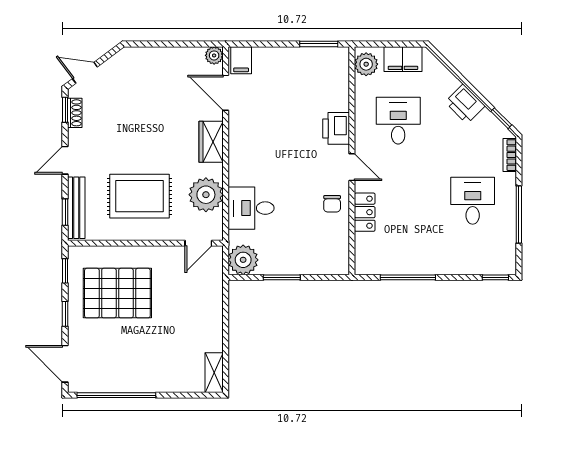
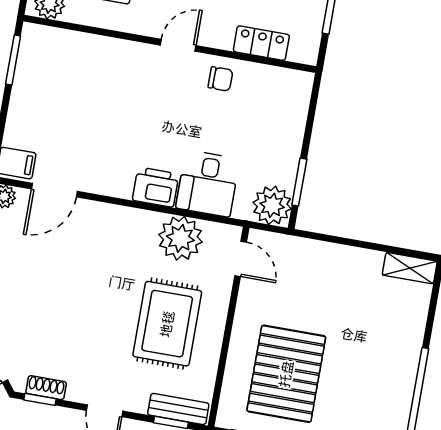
printer: (336, 128) -> (156, 187), moved, turned 180
wardrobe: (211, 142) -> (114, 220), removed
bench: (76, 208) -> (178, 409), width x0.73
locker: (365, 212) -> (261, 43), moved
window: (282, 277) -> (299, 182), moved

